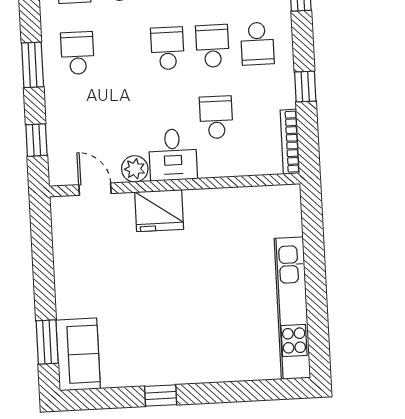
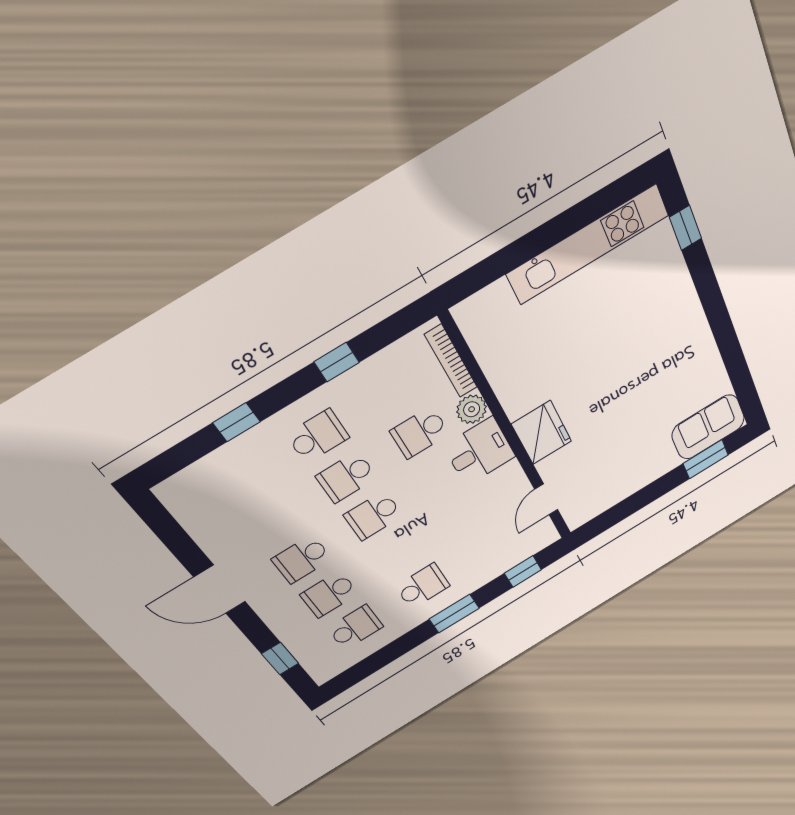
school desk: (78, 53) -> (423, 586), turned 180
bookcase: (290, 142) -> (451, 361), moved, turned 90
plant: (135, 169) -> (472, 409), moved
window: (161, 396) -> (685, 228), moved

